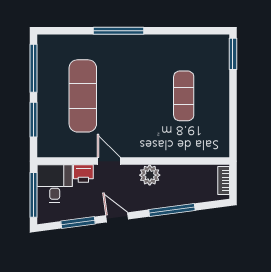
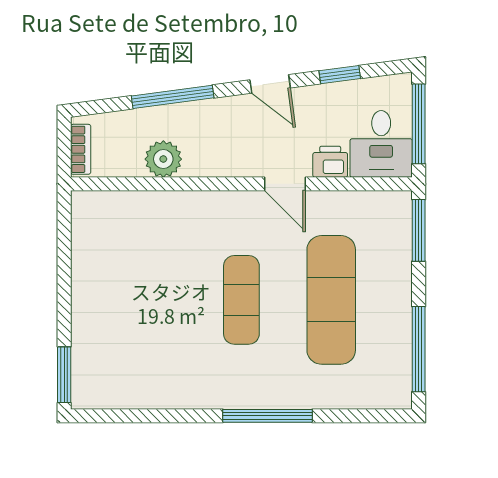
exercise mat: (184, 96) -> (241, 300), moved
window: (34, 120) -> (419, 230), moved
plant: (150, 175) -> (163, 159), moved
window: (78, 223) -> (340, 75), width x0.67

